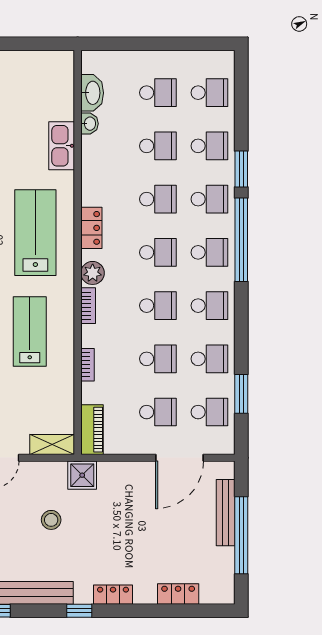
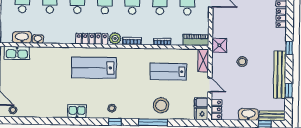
kitchen sink: (62, 146) -> (17, 53), moved
locker: (91, 228) -> (92, 39), width x1.53
lab bench: (30, 331) -> (168, 72), moved
locker: (113, 595) -> (281, 18), moved

